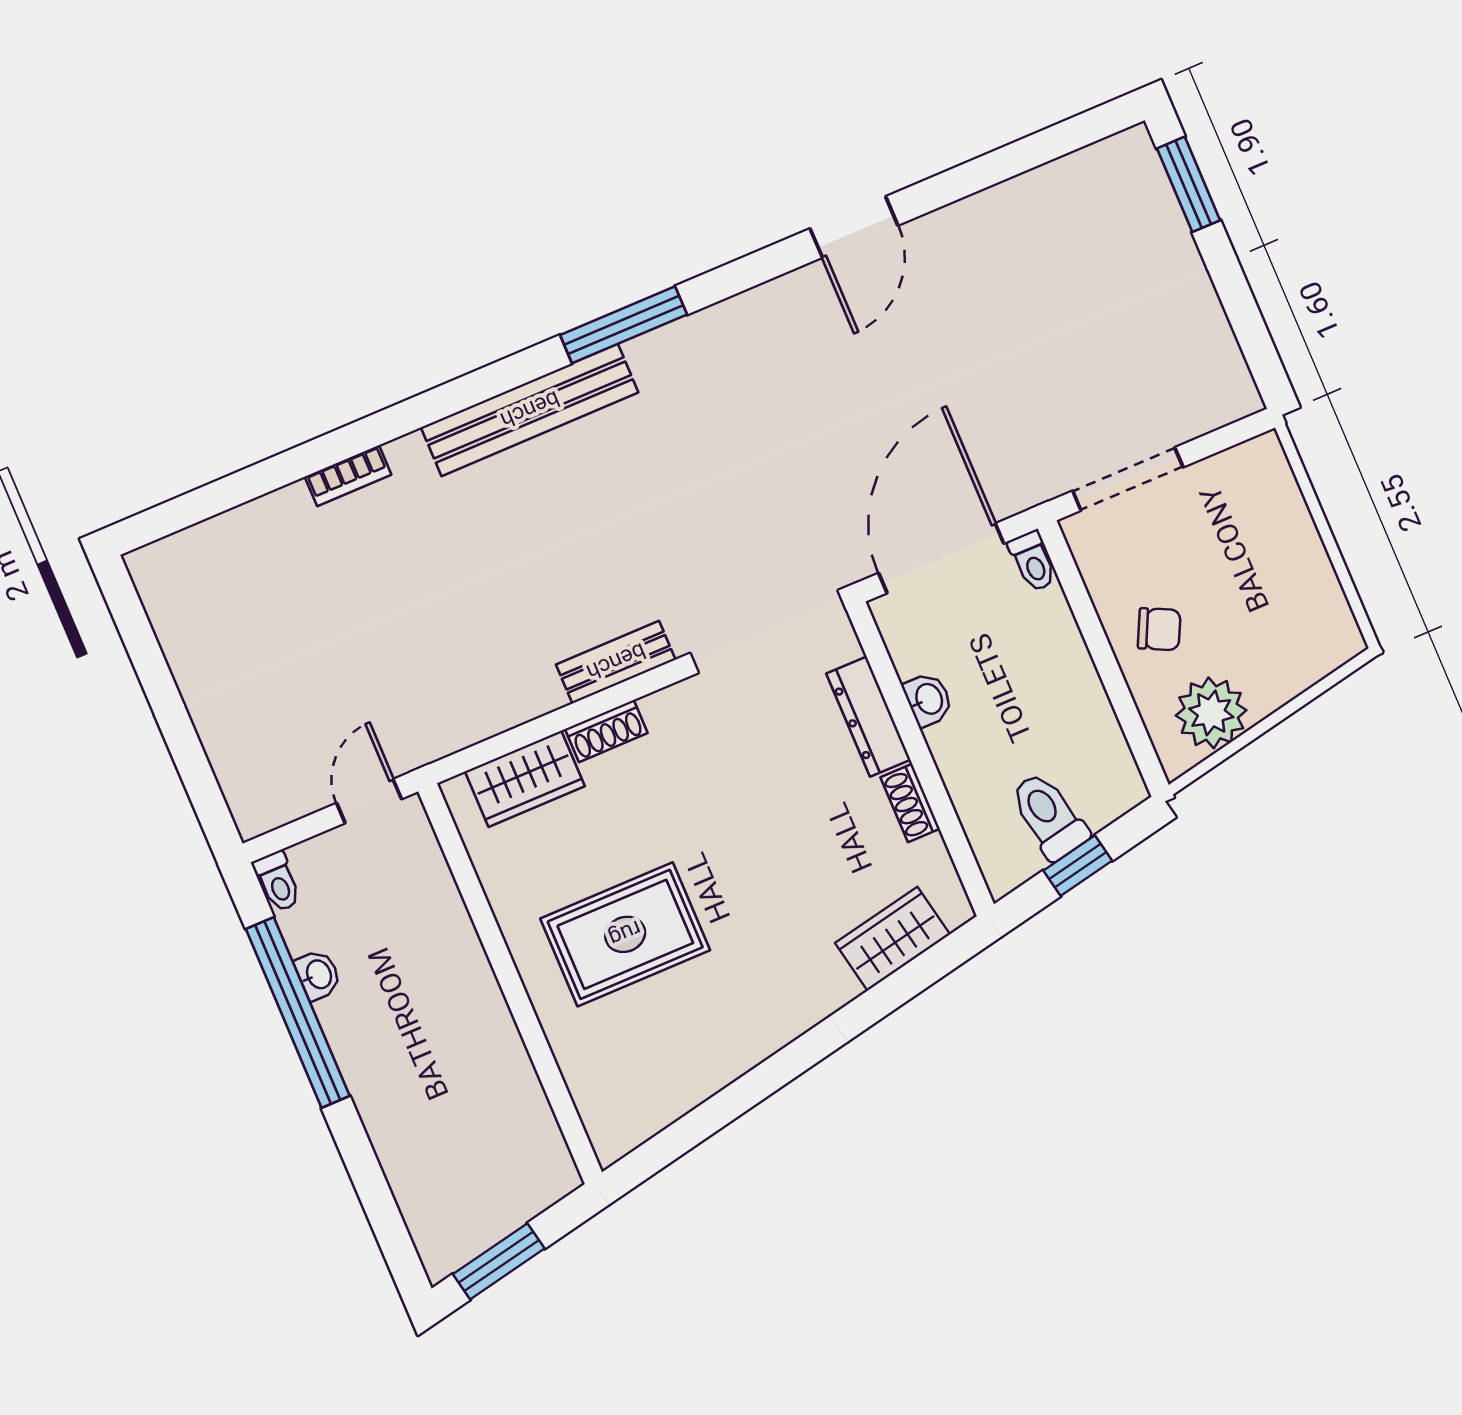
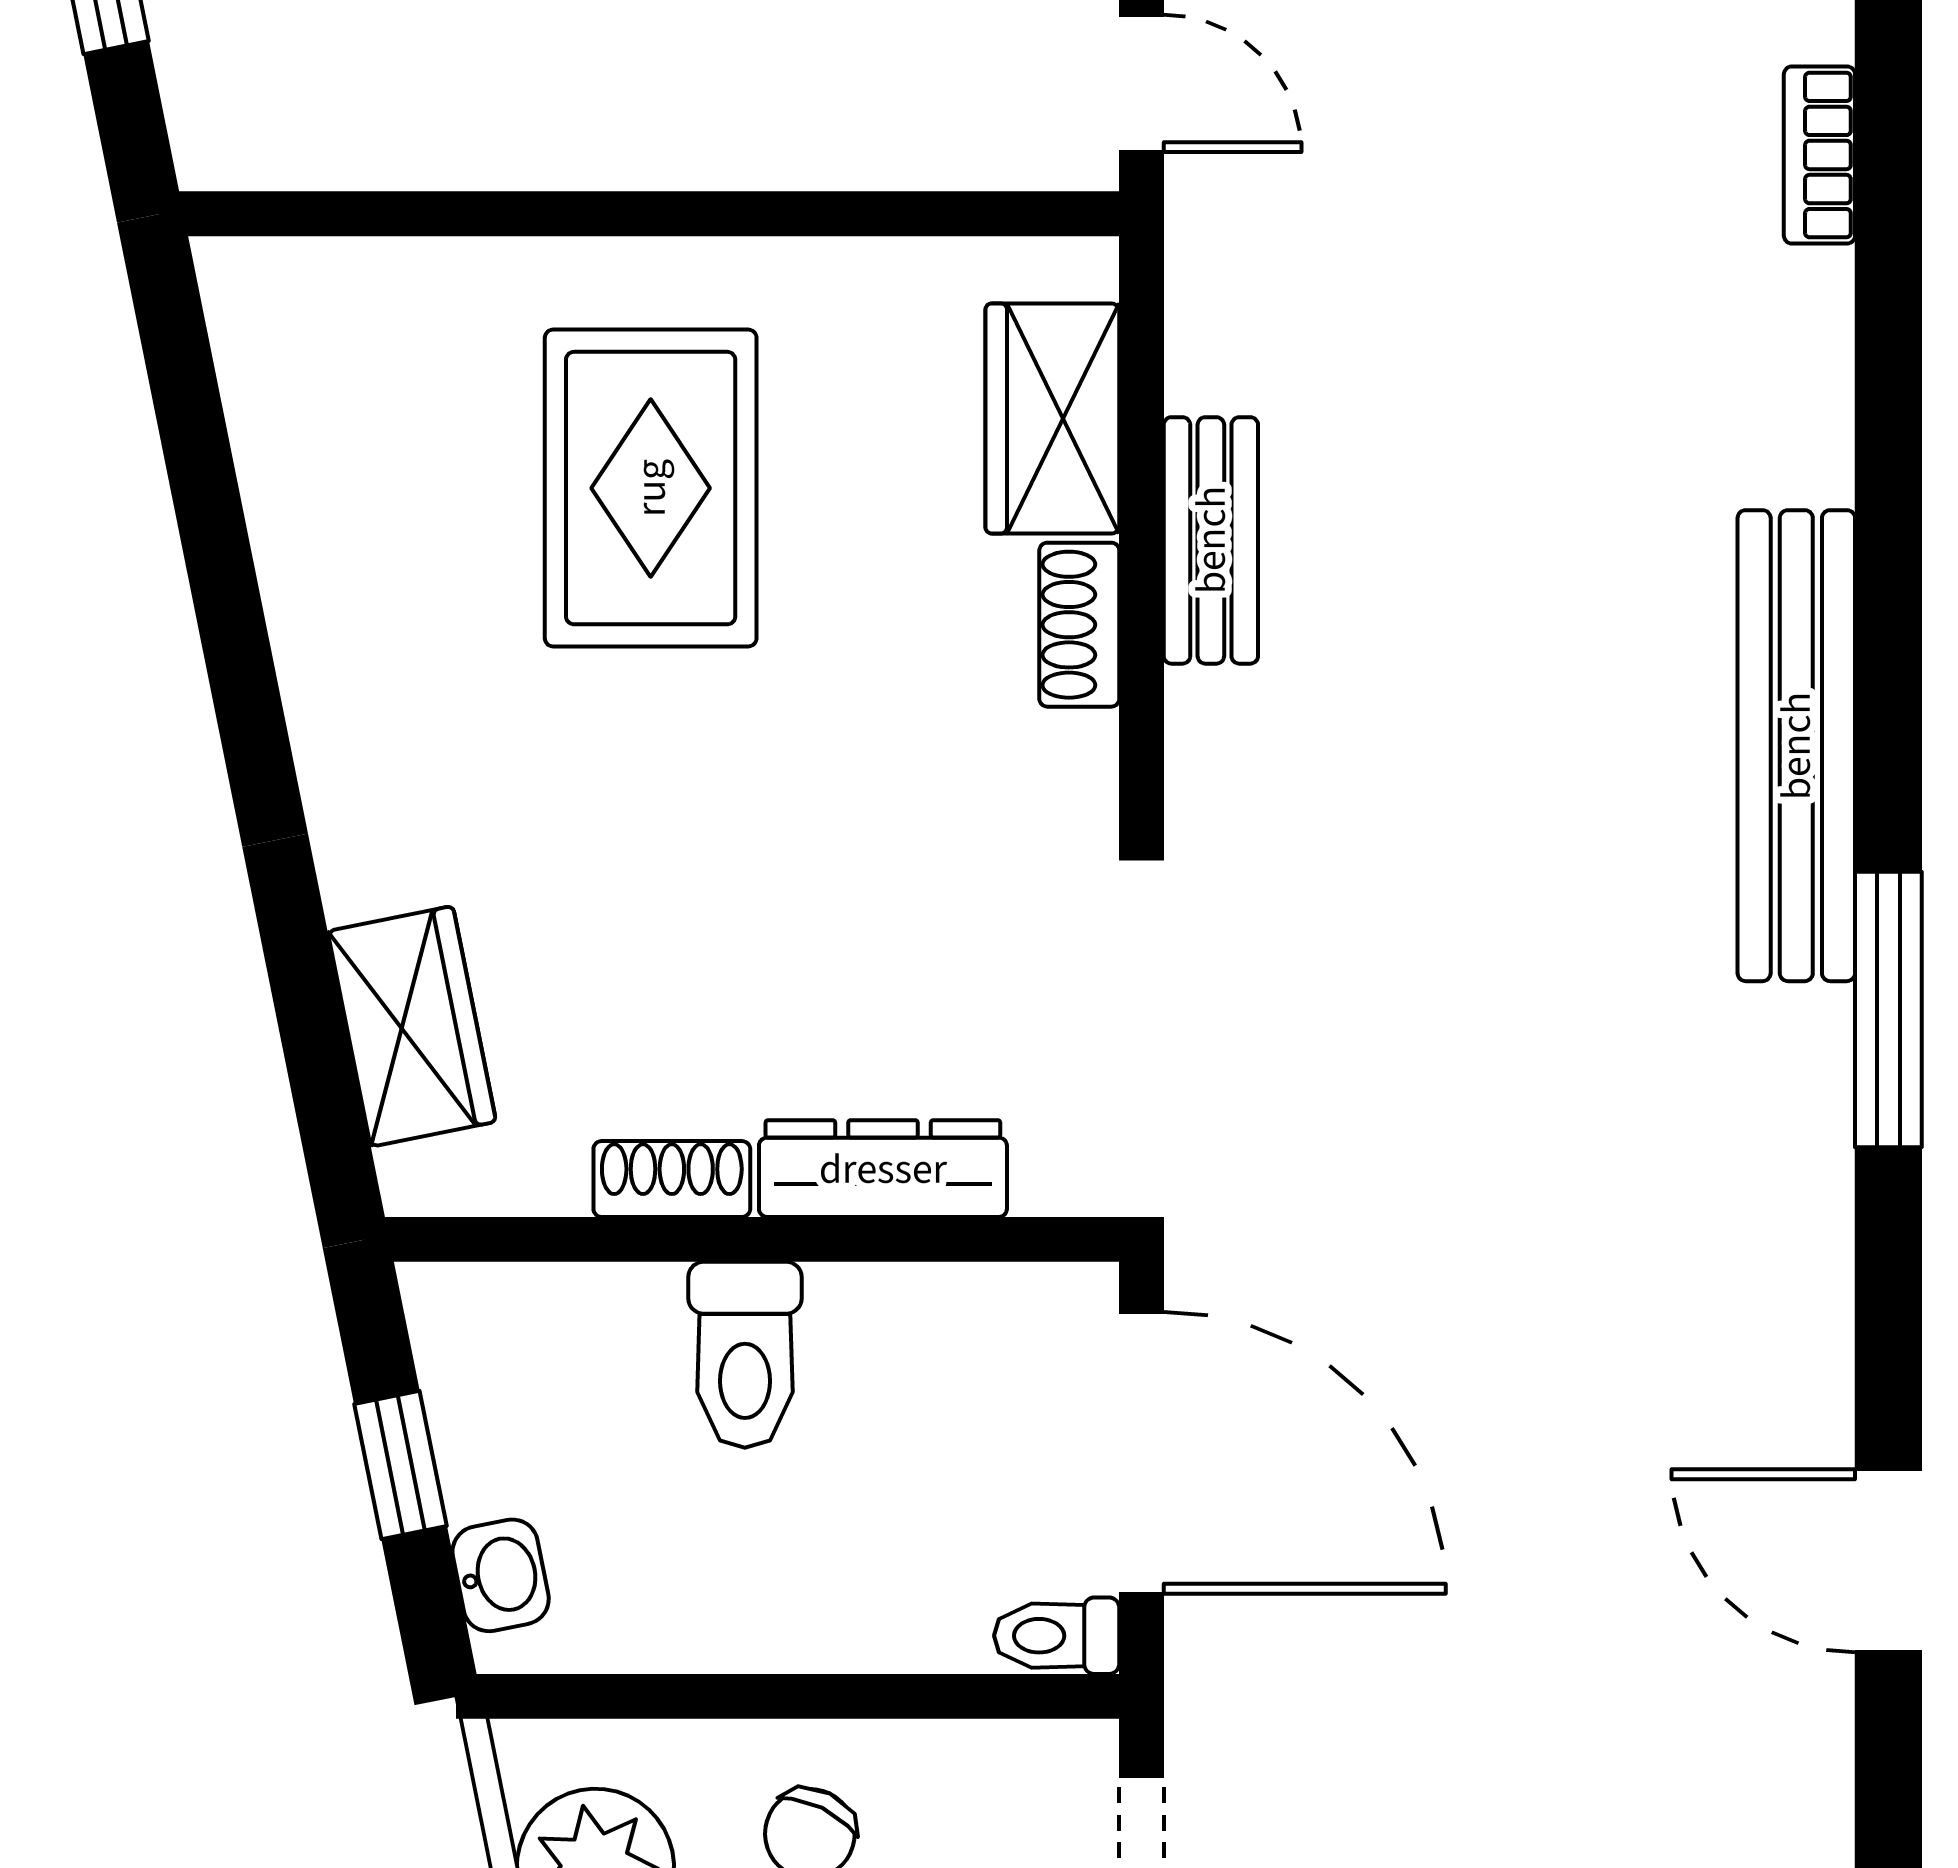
bookcase: (348, 476) -> (1819, 155), moved
bench: (616, 662) -> (1211, 540), moved
washbasin: (928, 699) -> (501, 1575), moved, turned -101
toilet: (1049, 816) -> (745, 1355), moved, turned 101

